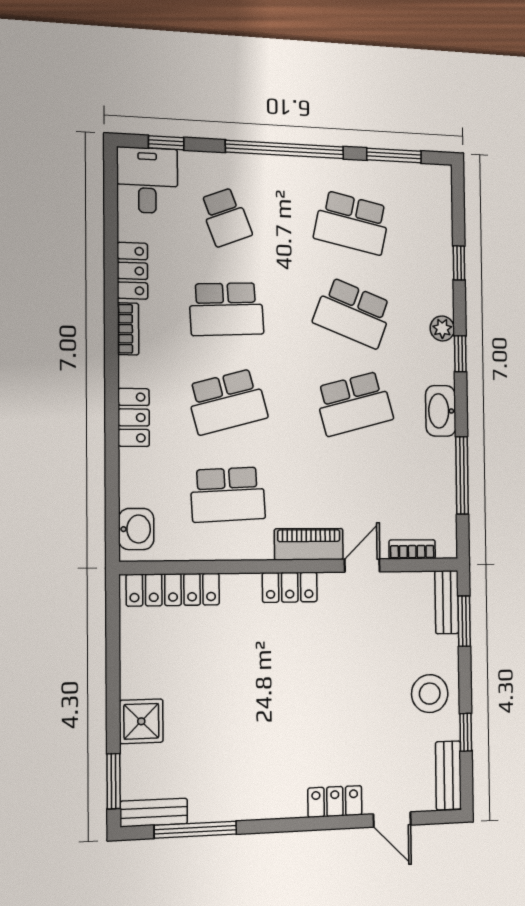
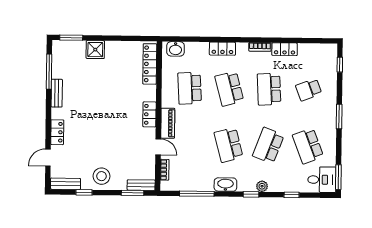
window: (285, 149) -> (339, 116), width x0.47
window: (394, 156) -> (338, 177), moved
desk: (147, 180) -> (322, 180), moved
school desk: (352, 223) -> (308, 146), turned -33
bench: (154, 813) -> (57, 93), moved

